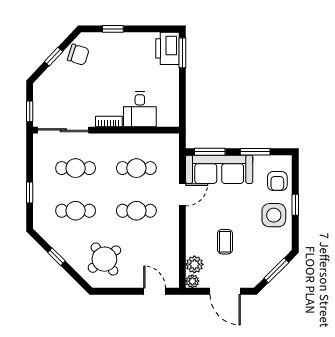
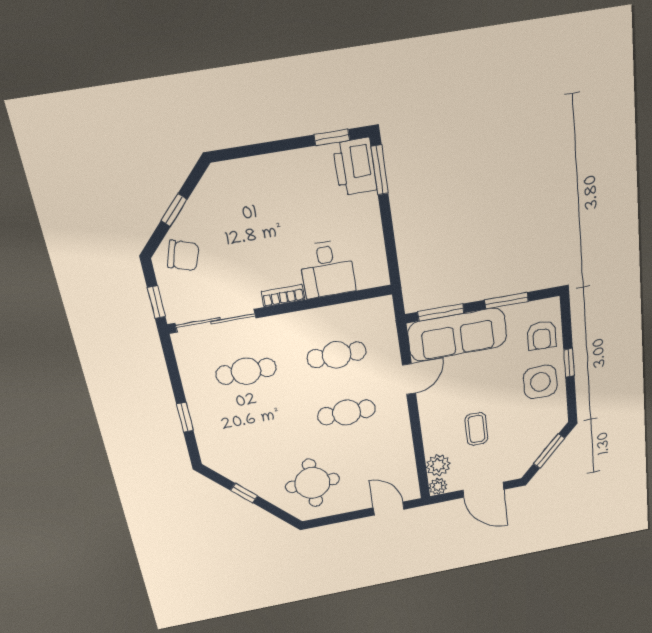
window: (113, 29) -> (332, 137), moved
chair: (78, 55) -> (183, 255), moved
cafe table: (76, 211) -> (258, 429), removed
round table: (104, 259) -> (312, 483), turned 37

